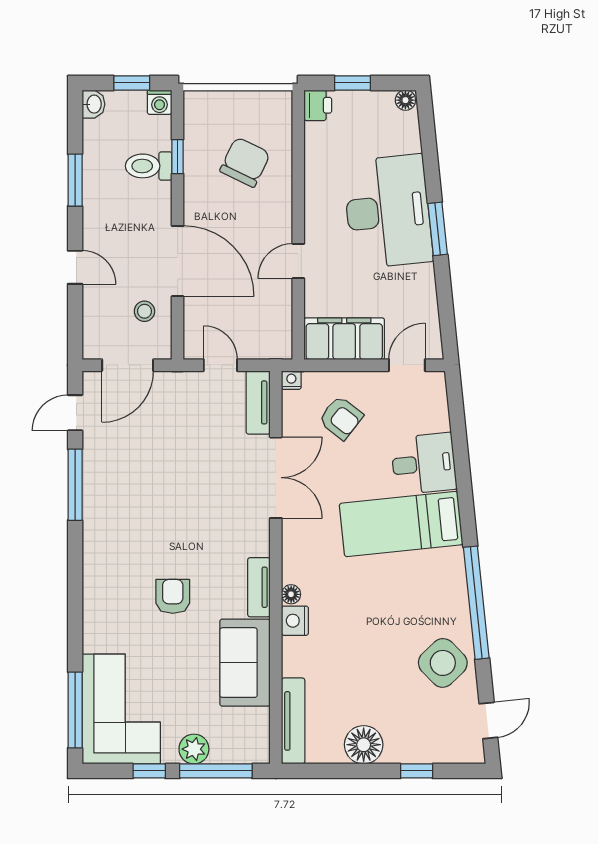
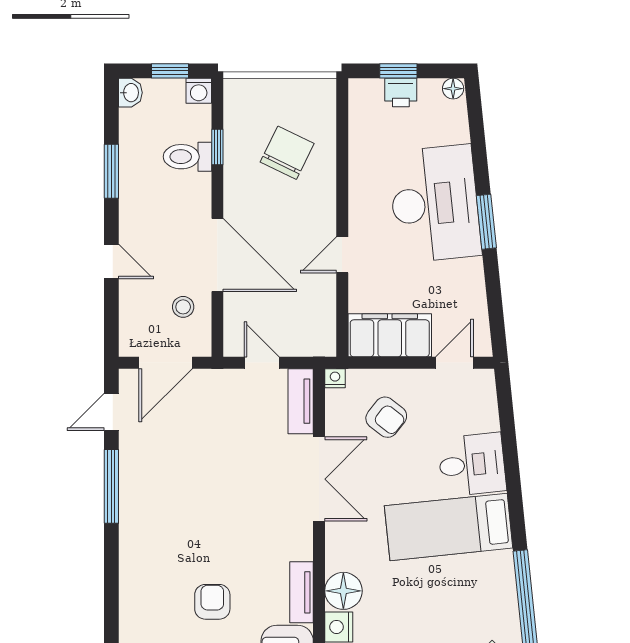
printer: (318, 105) -> (401, 92), moved, turned 90
floor lamp: (291, 594) -> (343, 591), width x1.89, depth x1.89

